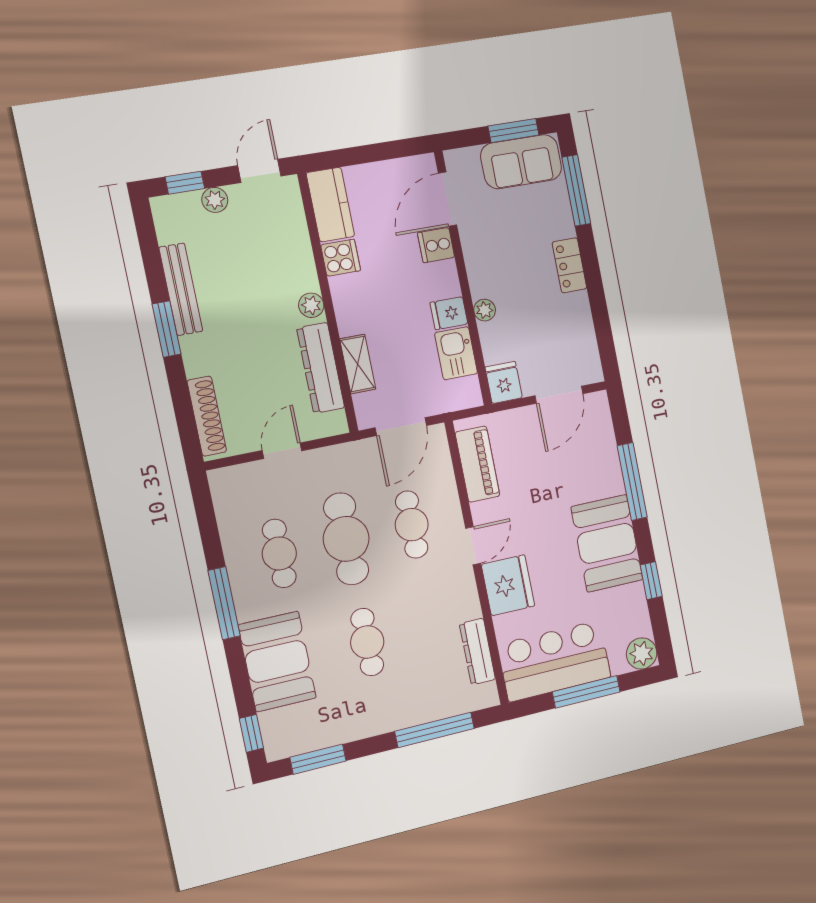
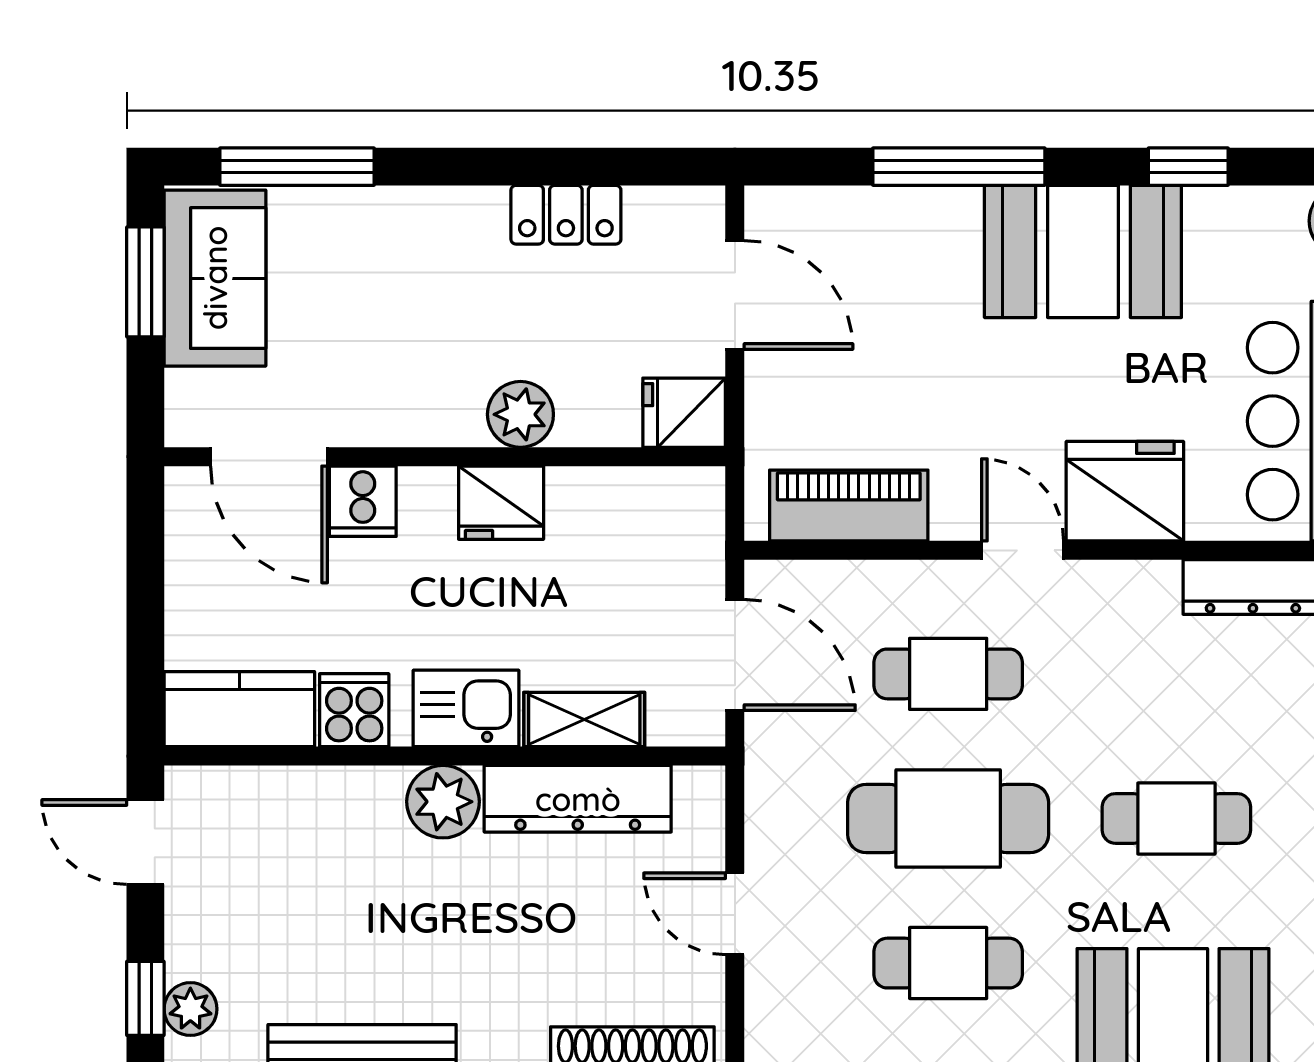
plant: (215, 200) -> (190, 1009), moved
locker: (570, 265) -> (566, 215), moved
plant: (311, 305) -> (443, 802), width x1.38, depth x1.38
plant: (485, 310) -> (520, 414), width x1.38, depth x1.38
fridge: (449, 313) -> (501, 503), width x1.38
kitchen sink: (456, 353) -> (466, 708), moved, turned 180

